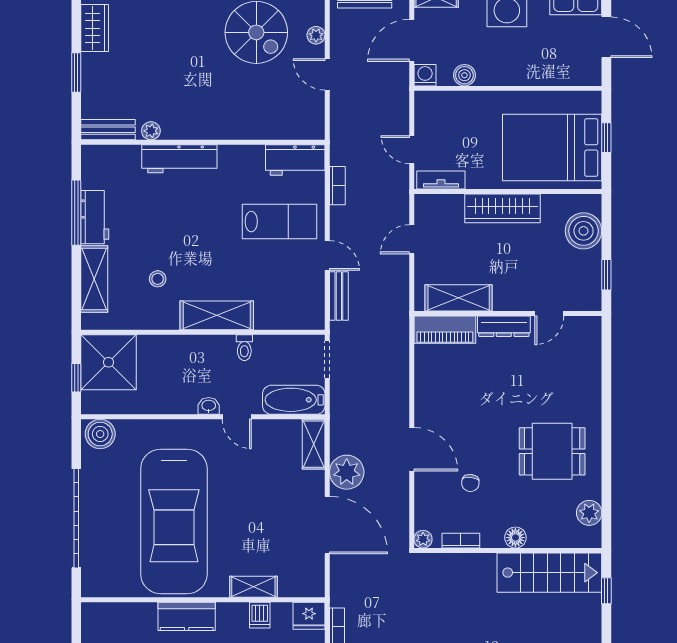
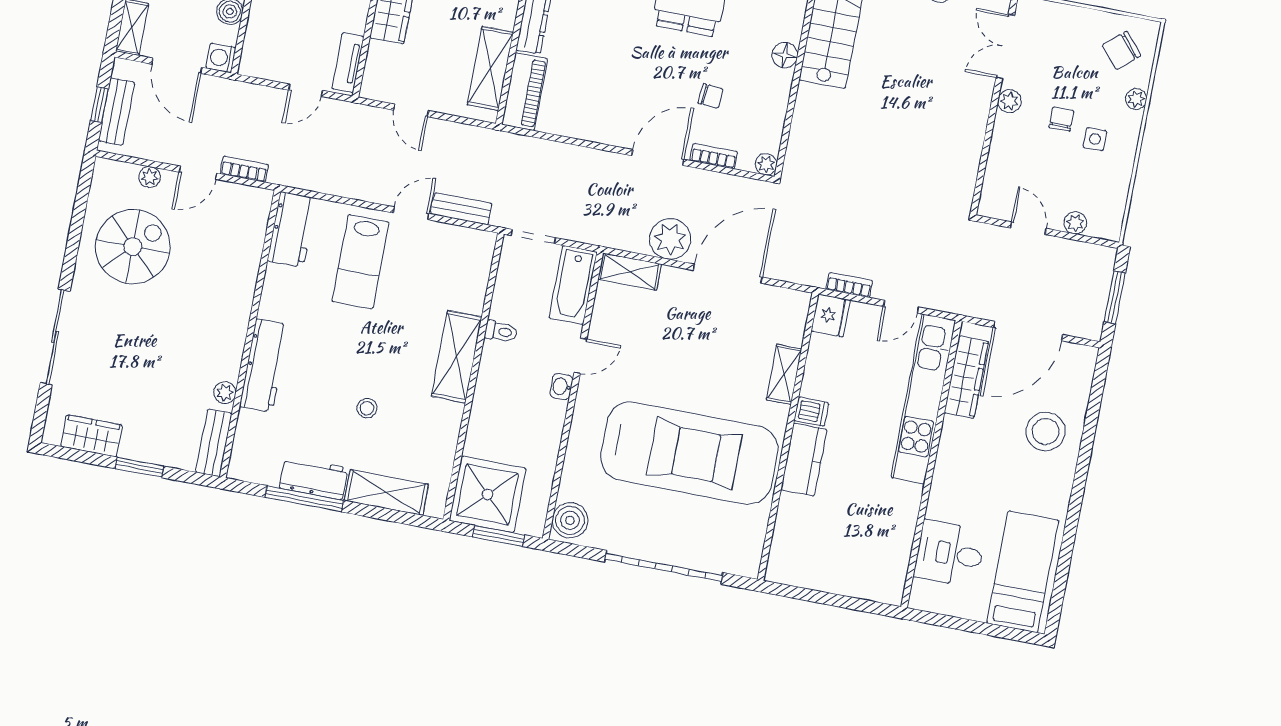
bookcase: (337, 186) -> (244, 169), moved
lab bench: (279, 222) -> (360, 262), turned 180
stool: (158, 279) -> (367, 408), moved
window: (76, 378) -> (499, 536), width x1.50
bookcase: (461, 541) -> (714, 156), moved, turned 90
dishwasher: (260, 615) -> (811, 412), moved

